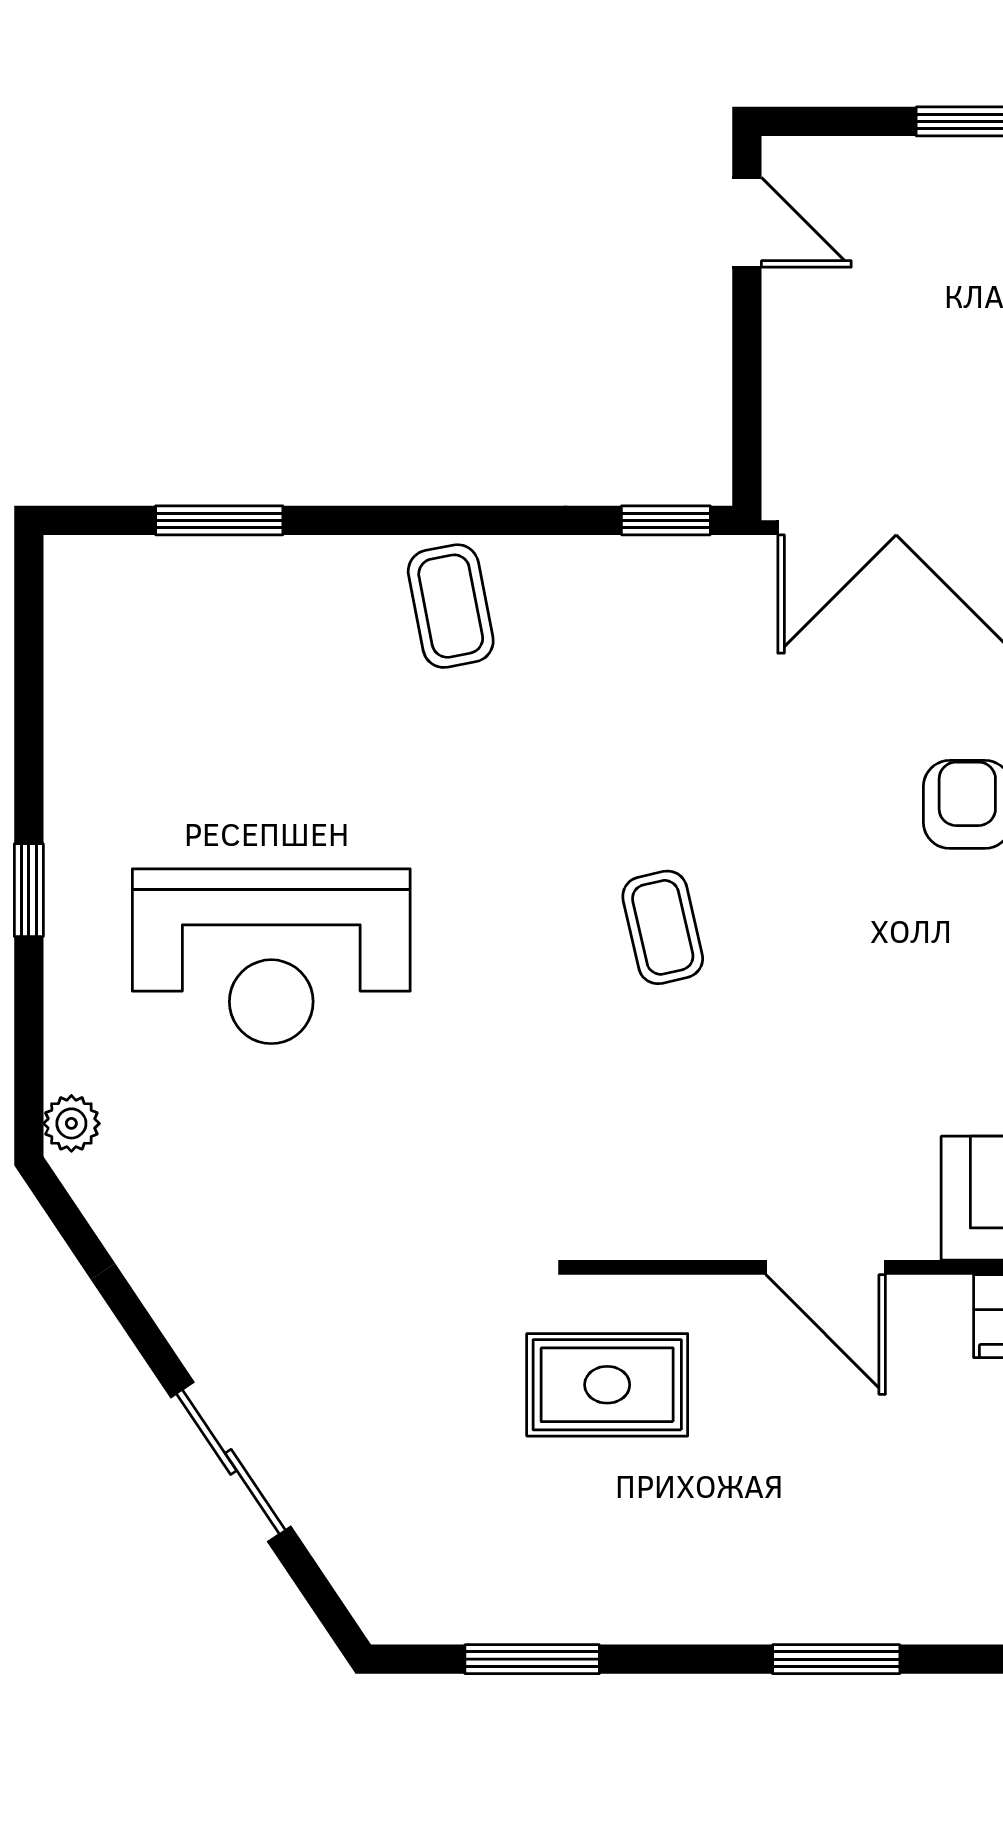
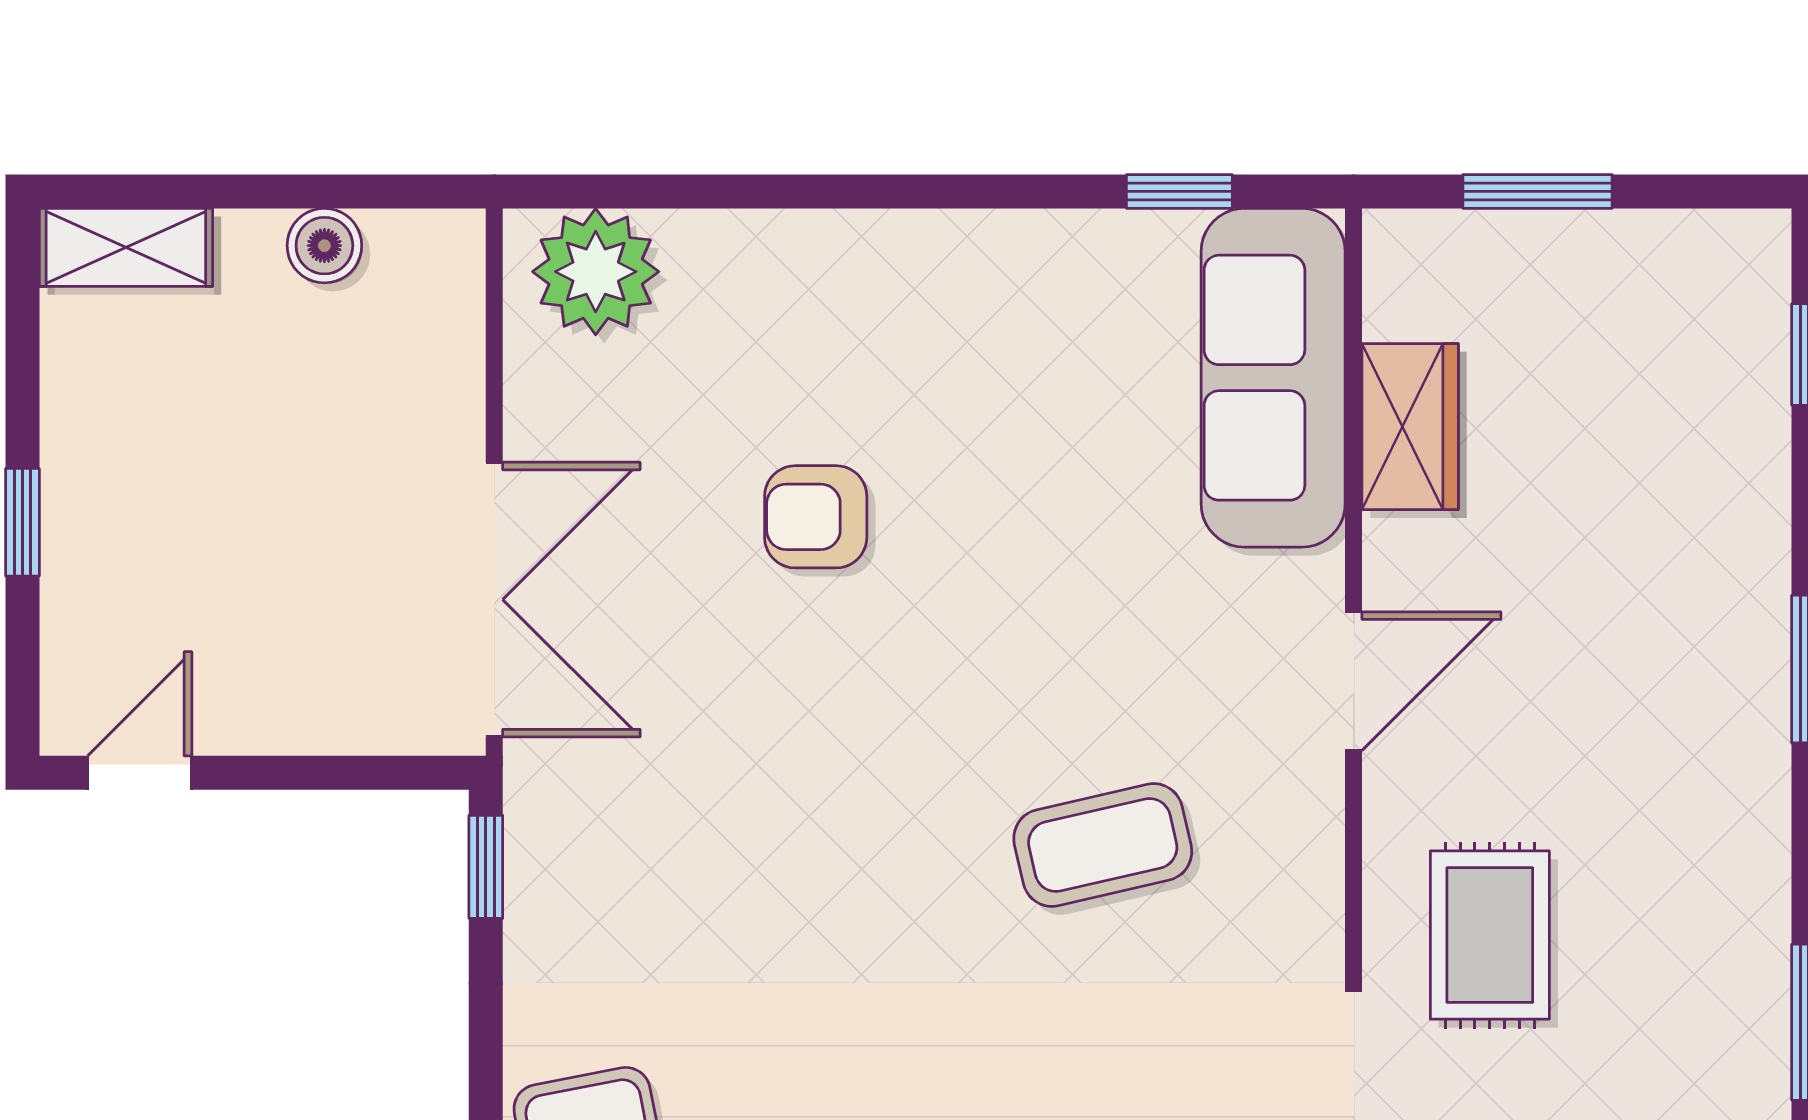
coffee table: (663, 927) -> (1103, 845), moved, width x1.36, depth x1.30

